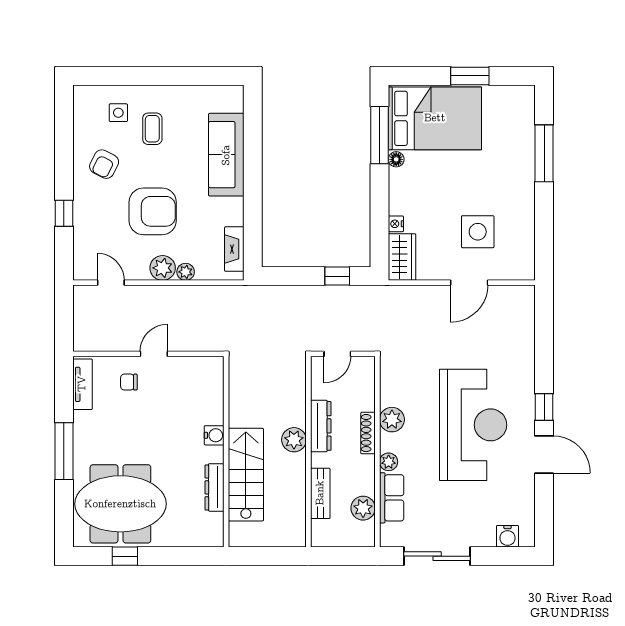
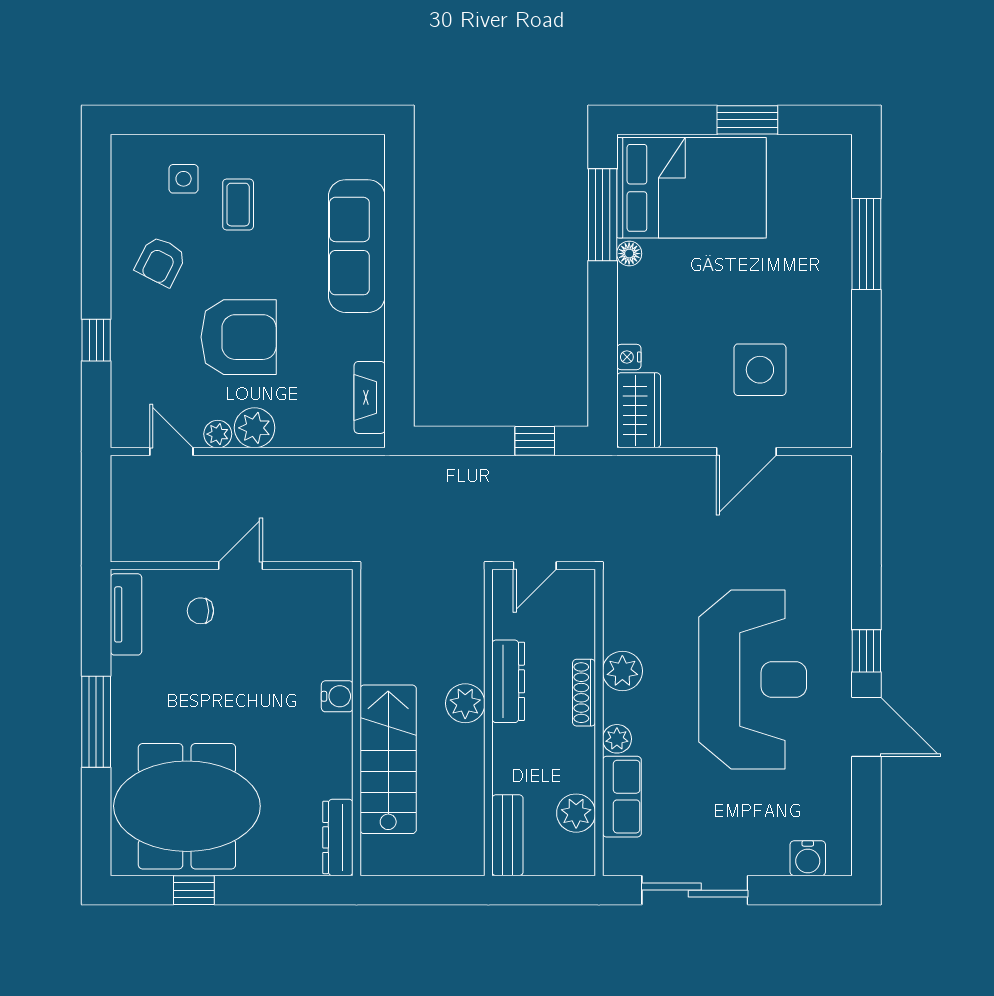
plant: (186, 272) -> (218, 434), moved
dresser: (215, 487) -> (338, 837), moved
bench: (320, 493) -> (507, 835), moved

